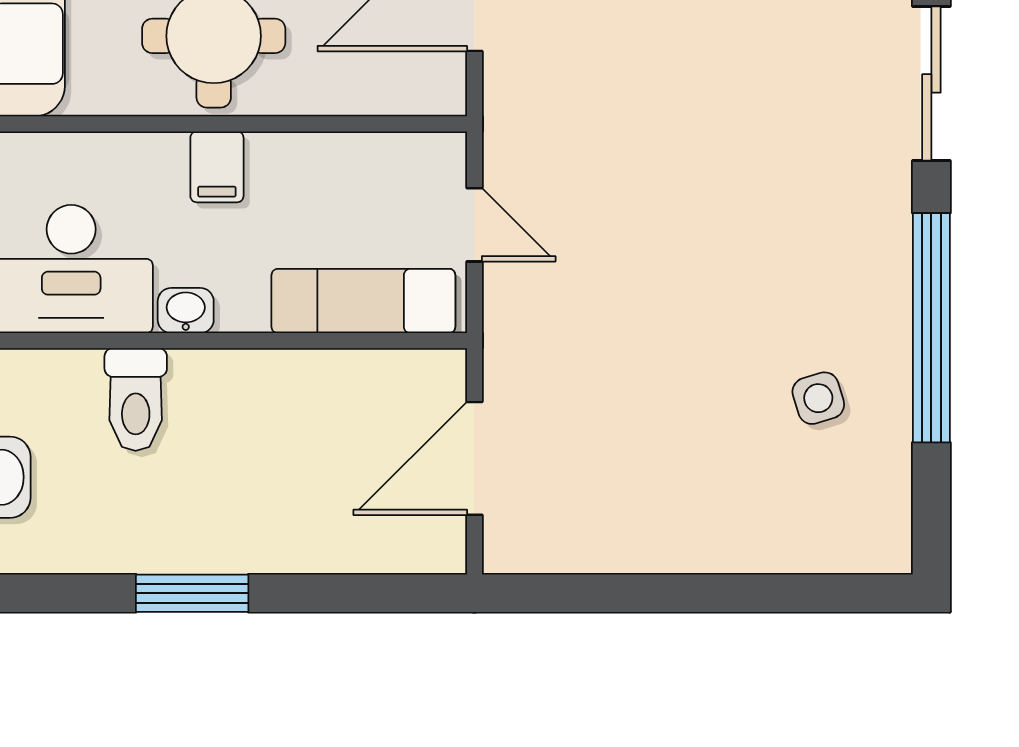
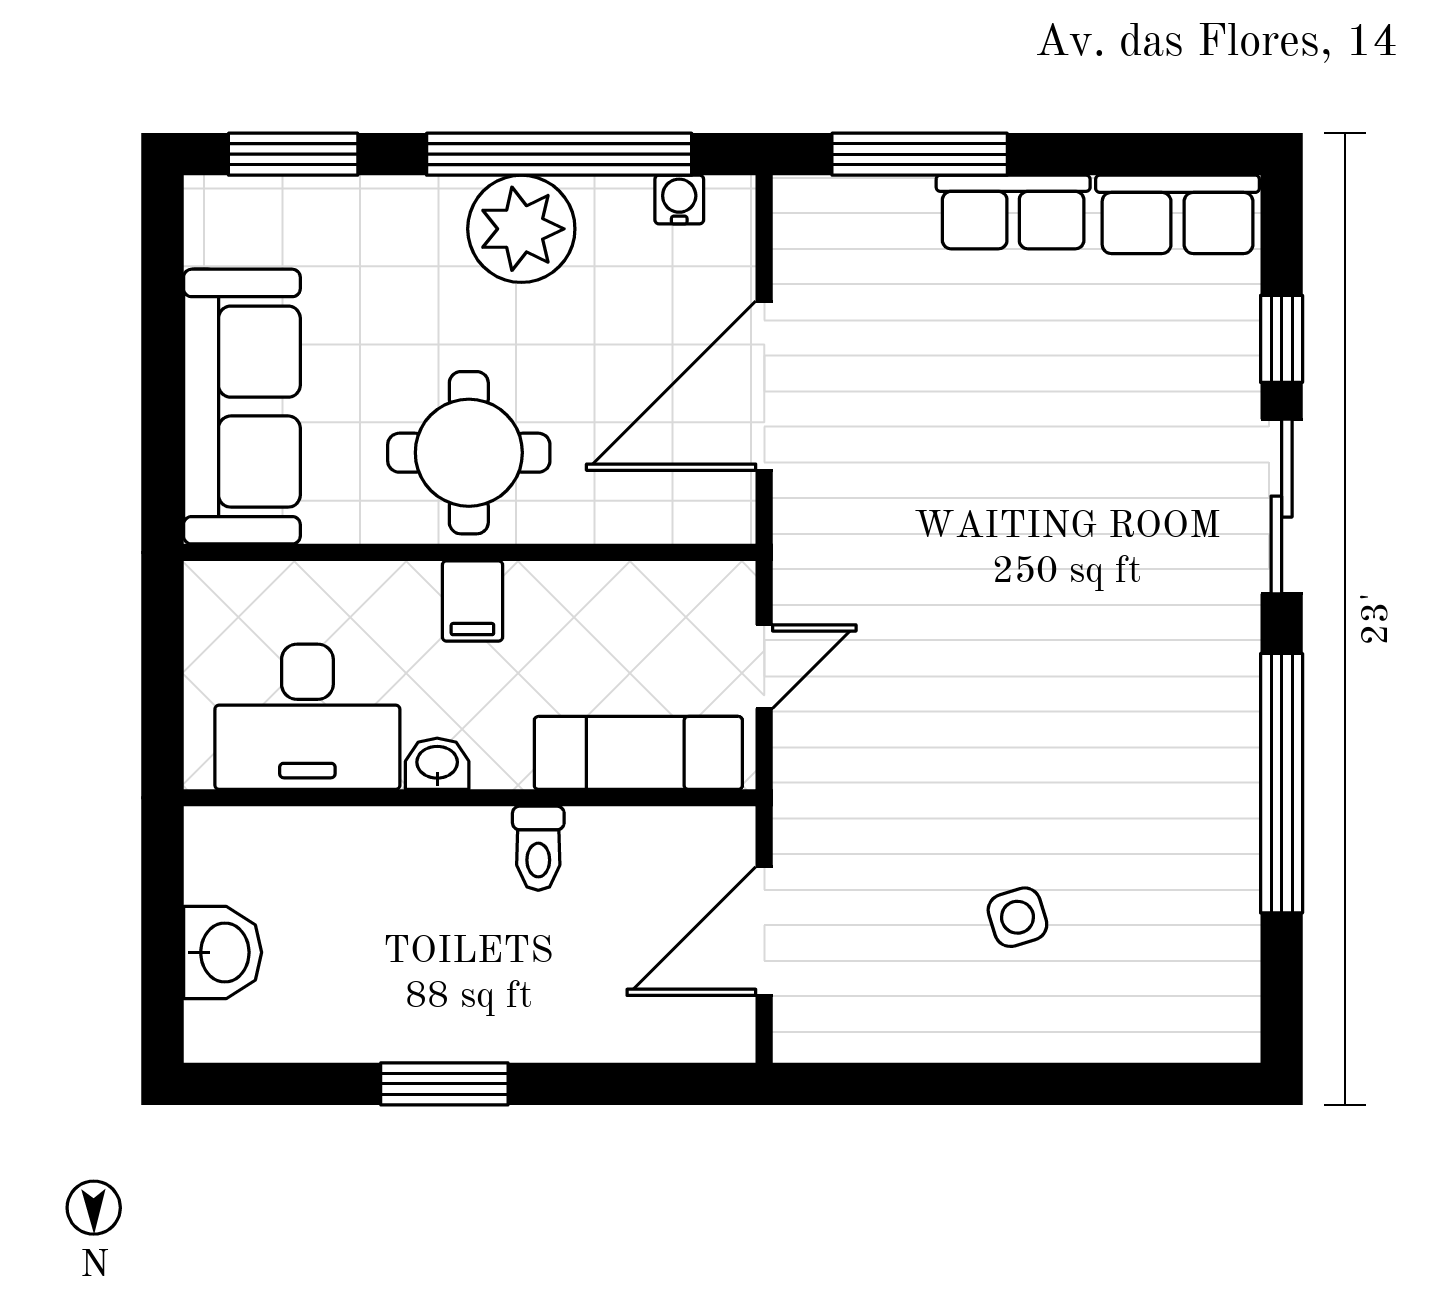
door: (474, 225) -> (764, 667), hinge flipped
side table: (818, 398) -> (1017, 917), moved
toilet: (136, 400) -> (538, 848), moved, width x0.73, depth x0.72

